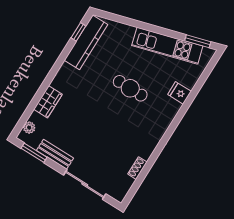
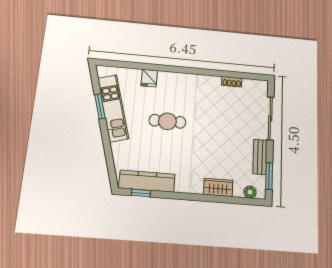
window: (198, 41) -> (100, 106), moved
cafe table: (130, 88) -> (167, 121), turned 90

